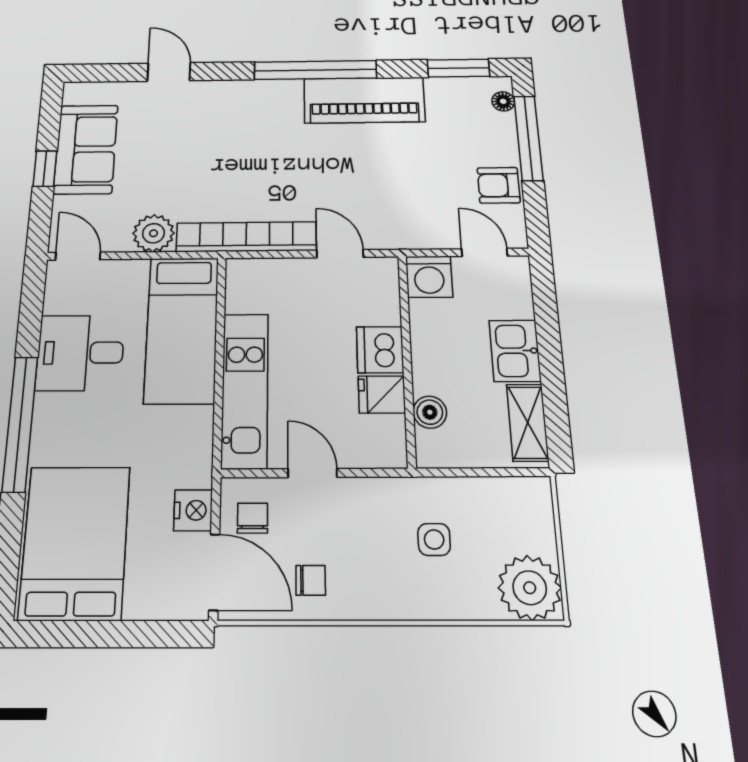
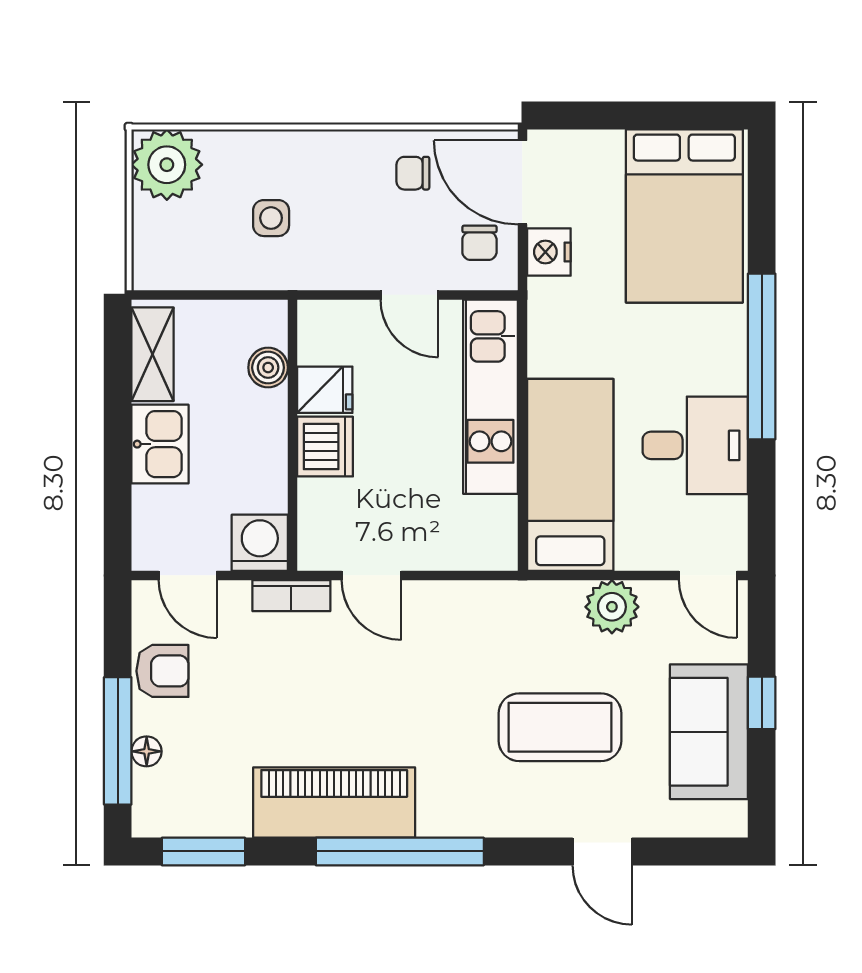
floor lamp: (503, 101) -> (147, 751), moved
coffee table: (196, 151) -> (560, 727), added
bookcase: (246, 237) -> (291, 596), moved, width x0.43, depth x0.76

